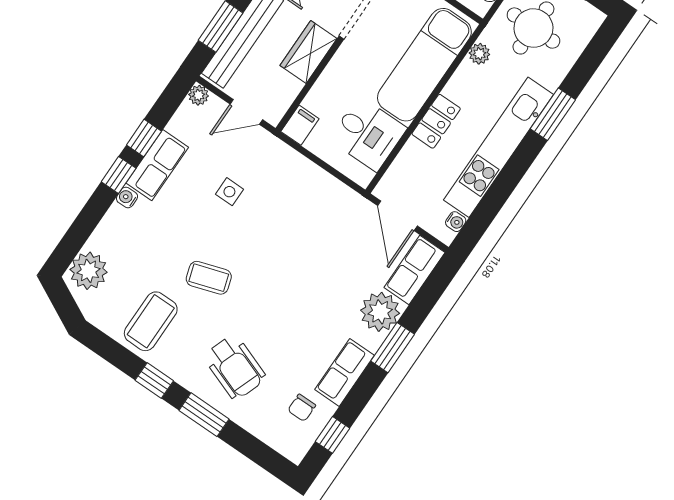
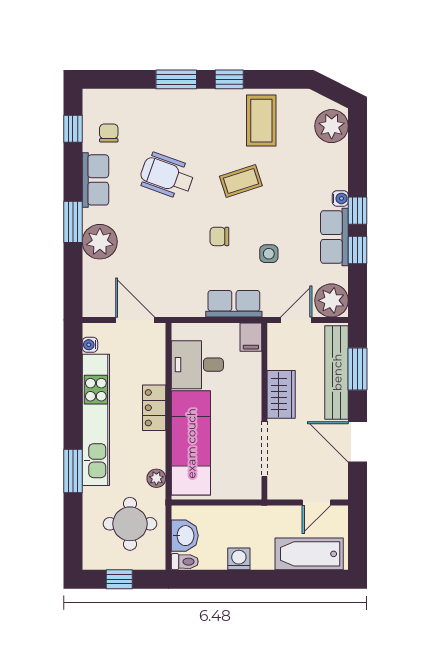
plant: (199, 95) -> (331, 300), width x1.88, depth x1.88
chair: (265, 240) -> (219, 236), added
row of seats: (414, 270) -> (234, 304), moved, turned -90
wheelchair: (235, 367) -> (167, 176), moved

